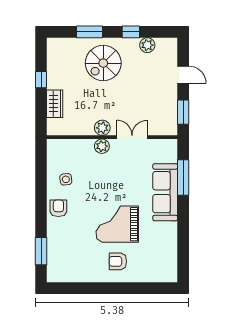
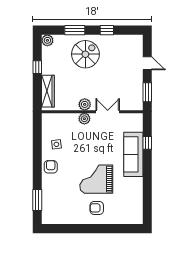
plant: (147, 45) -> (47, 40), moved
spiral stairs: (103, 63) -> (85, 54), turned 180
wardrobe: (55, 104) -> (48, 91), width x1.50
window: (183, 177) -> (147, 143), width x0.46

